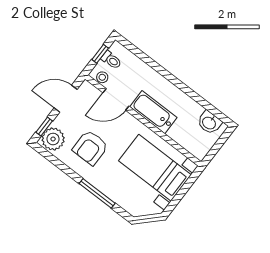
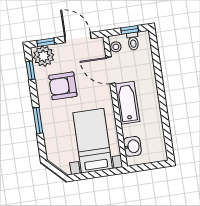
washbasin: (209, 123) -> (132, 146), moved, turned 180
window: (54, 160) -> (31, 70), added
window: (97, 193) -> (38, 121), width x0.69

